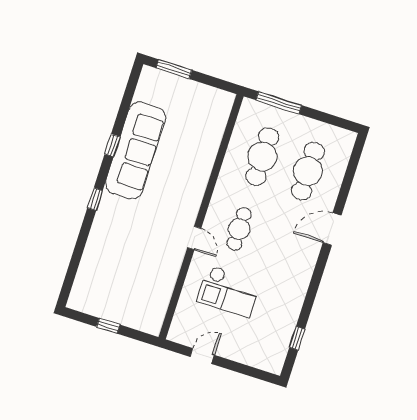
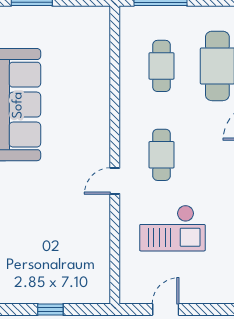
cafe table: (262, 157) -> (162, 66), width x0.73, depth x0.74
door: (194, 238) -> (115, 181), swing flipped

